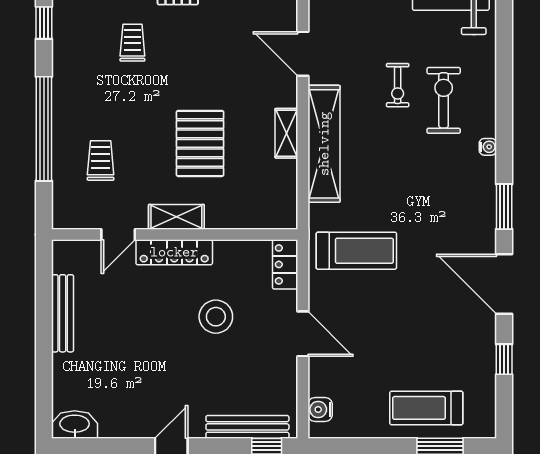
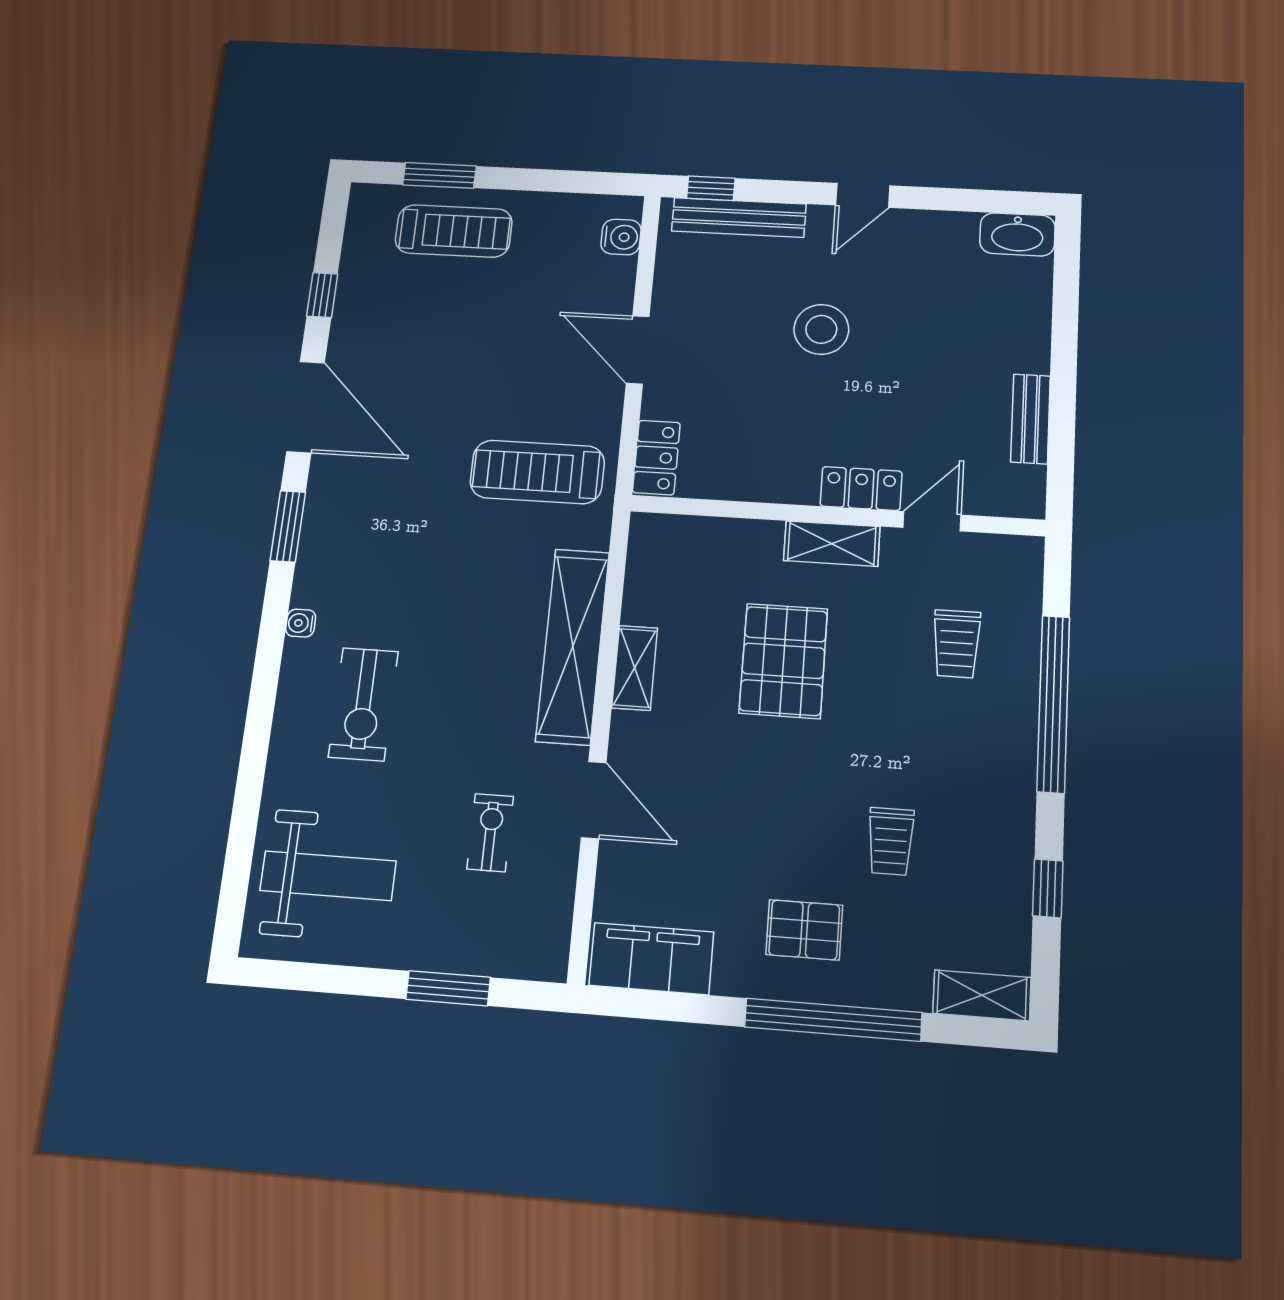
exercise bike: (398, 85) -> (490, 833), moved
locker: (174, 252) -> (861, 489), width x0.66
bench: (63, 313) -> (1030, 419), width x0.73
stool: (216, 317) -> (821, 329), moved

